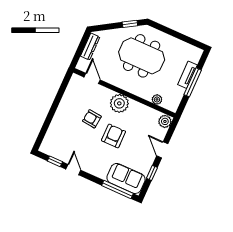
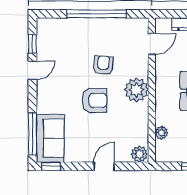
window: (54, 108) -> (96, 14), added
window: (152, 173) -> (51, 166), moved

